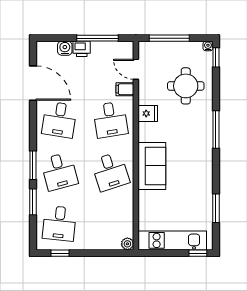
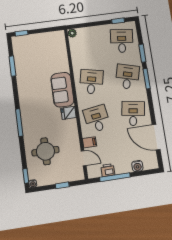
window: (169, 38) -> (62, 185), width x0.46
printer: (82, 49) -> (108, 170), moved
fridge: (148, 113) -> (69, 113), moved
desk: (59, 172) -> (127, 77), turned 30
desk: (110, 172) -> (91, 82), turned 30
kitchen unit: (172, 240) -> (41, 40), removed

